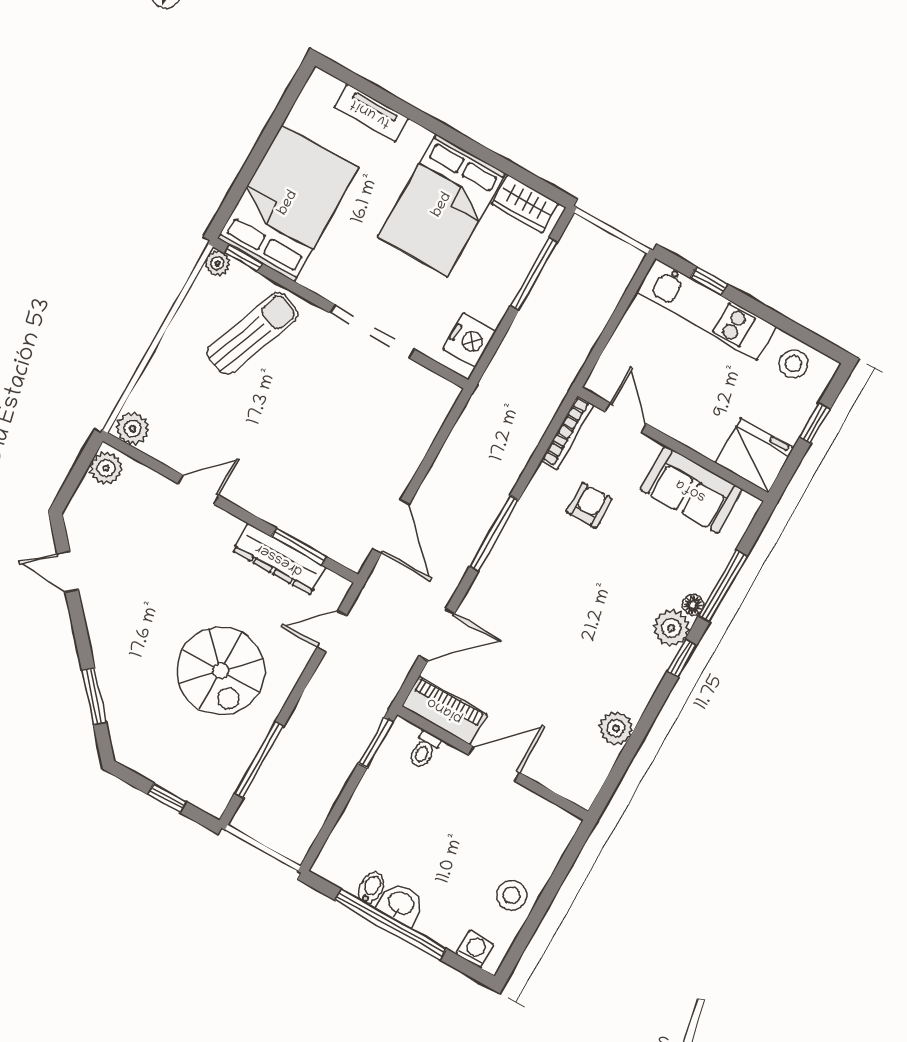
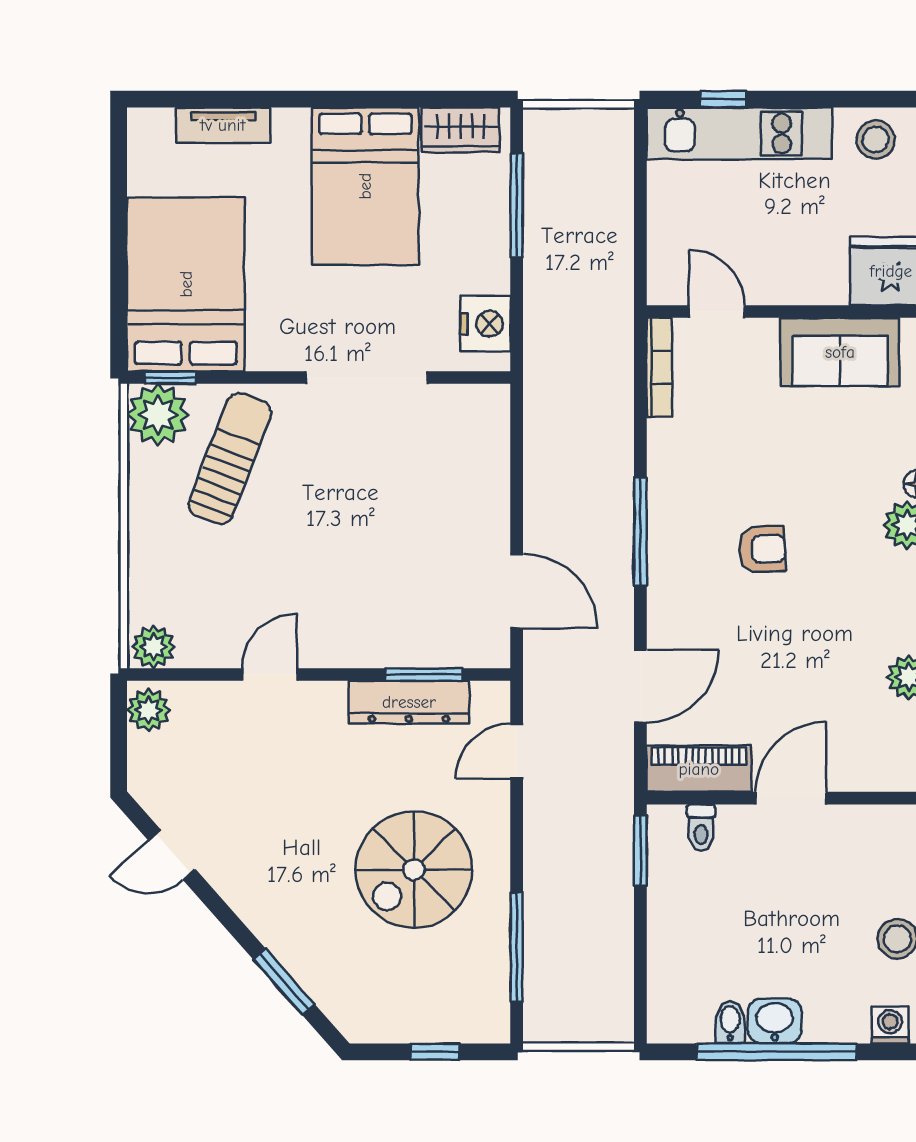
plant: (217, 263) -> (158, 415), width x1.88, depth x1.88
armchair: (589, 505) -> (762, 549), moved, turned 88
spiral stairs: (221, 671) -> (414, 870), turned 90

